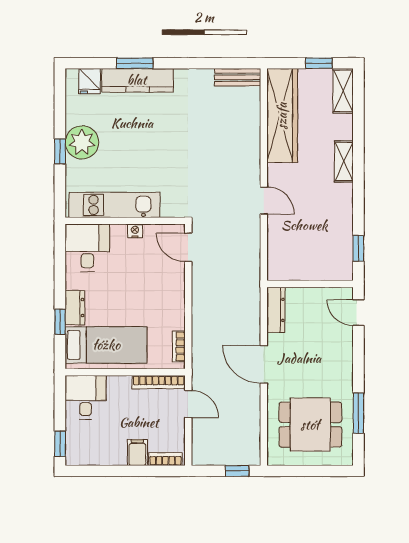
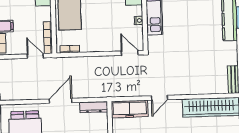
door: (188, 247) -> (130, 53), hinge flipped
freezer: (281, 251) -> (130, 109), added
door: (188, 404) -> (35, 56), swing flipped

